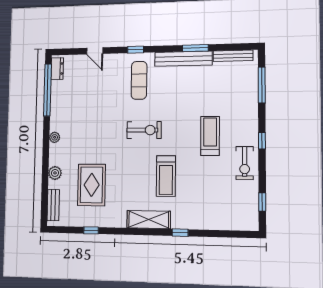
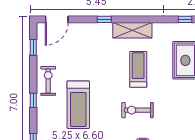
treadmill: (210, 136) -> (78, 105), width x1.37, depth x1.37
treadmill: (166, 176) -> (138, 69), moved
door: (235, 234) -> (57, 19), added

